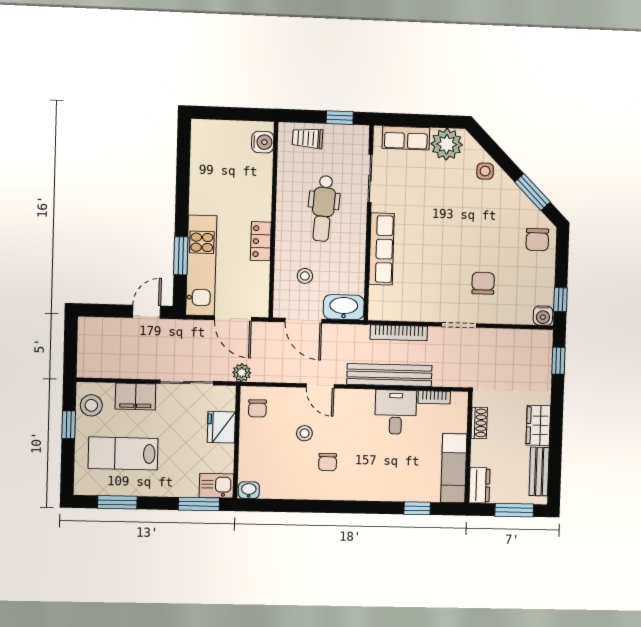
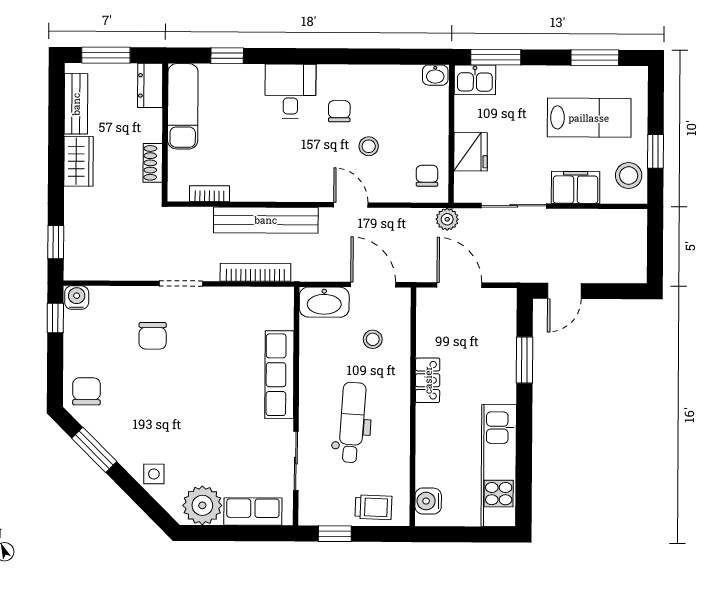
kitchen unit: (201, 265) -> (499, 465), moved
desk: (396, 412) -> (290, 91), moved, turned 180

